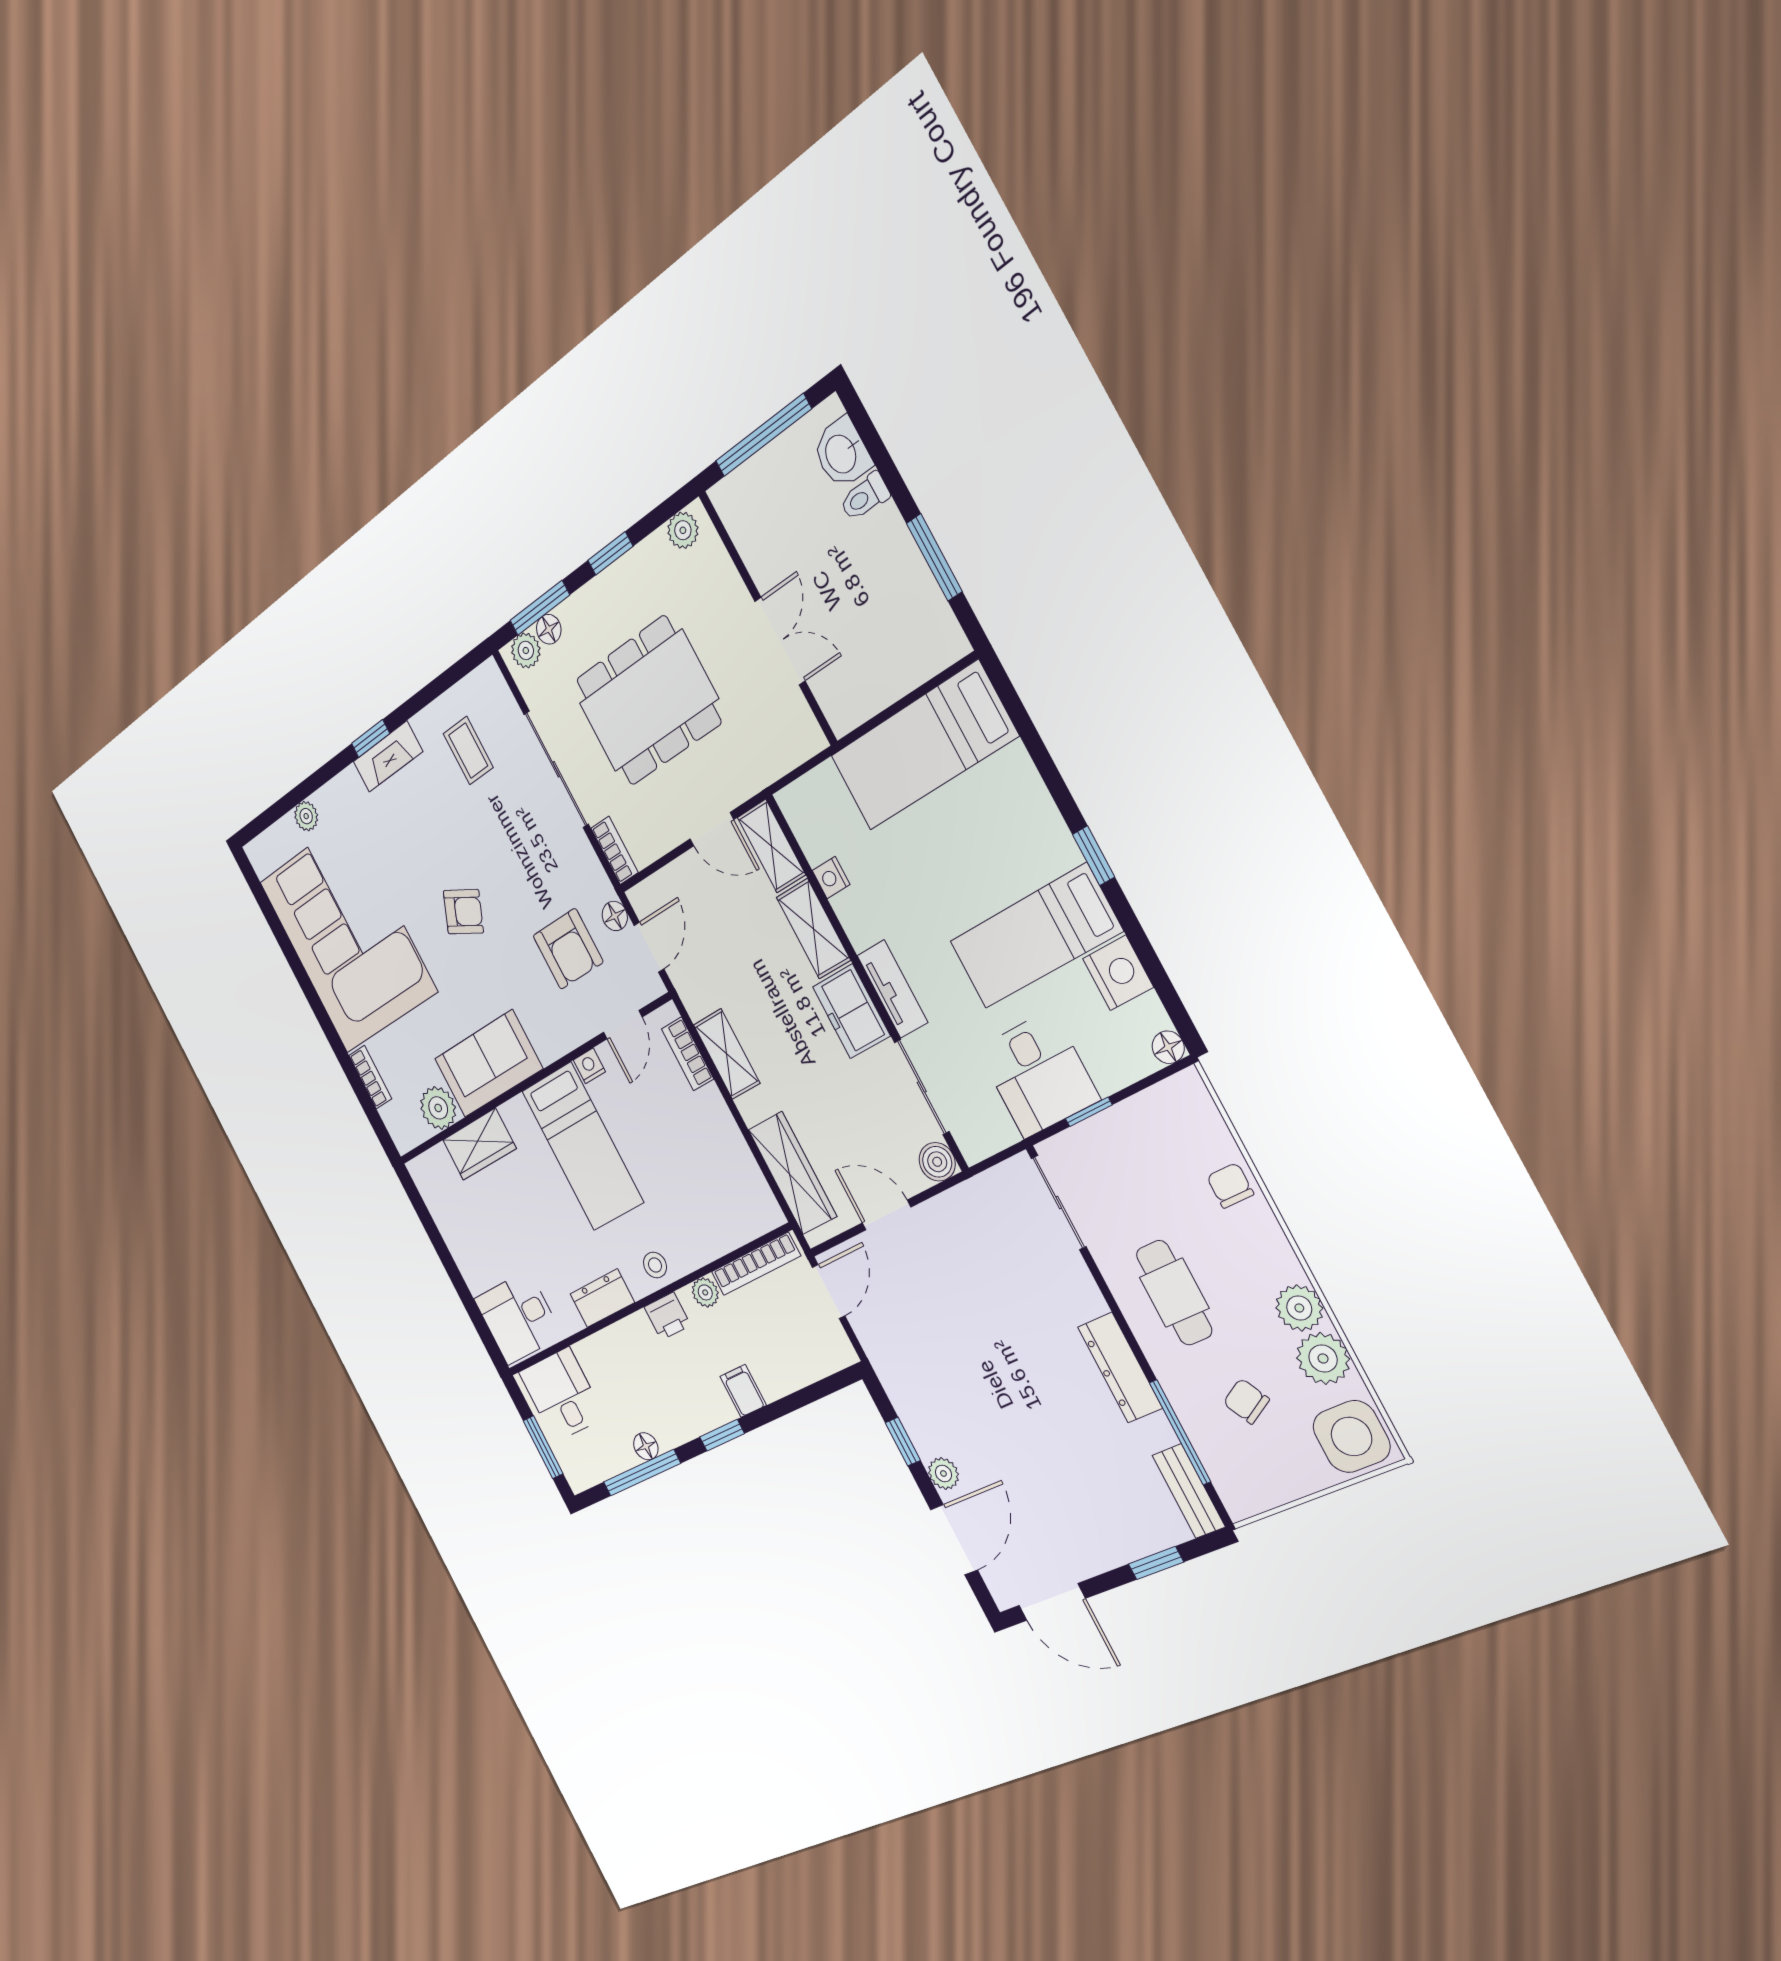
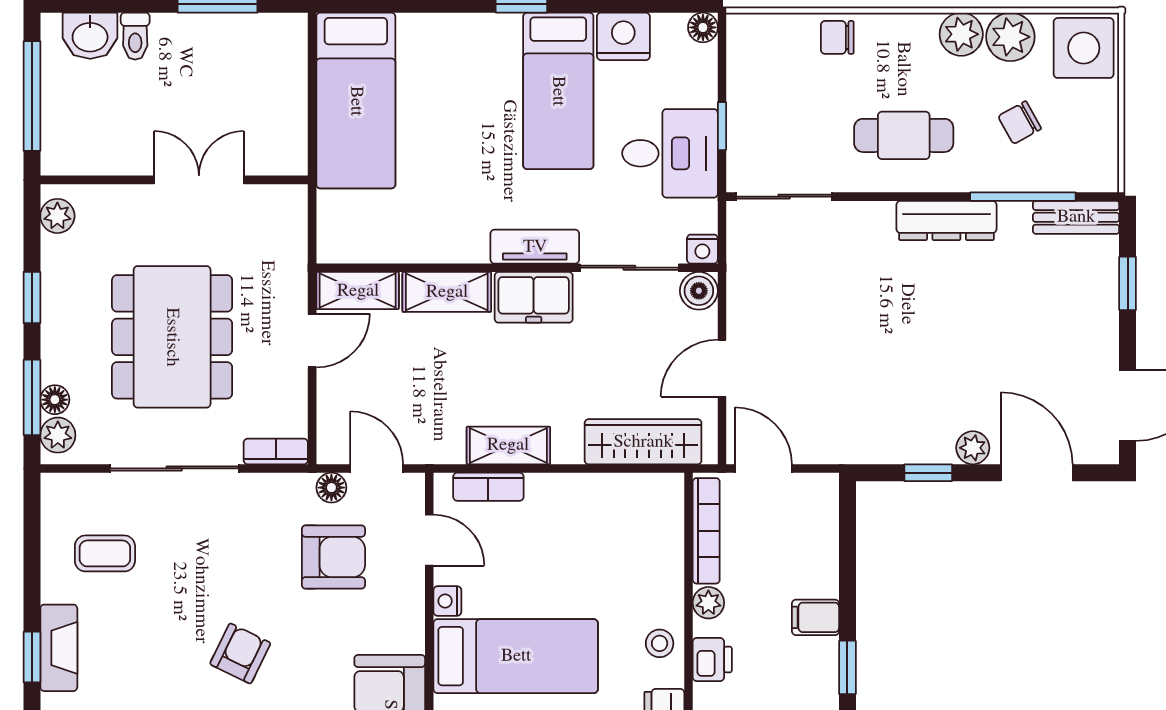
nightstand: (831, 878) -> (702, 249), moved

